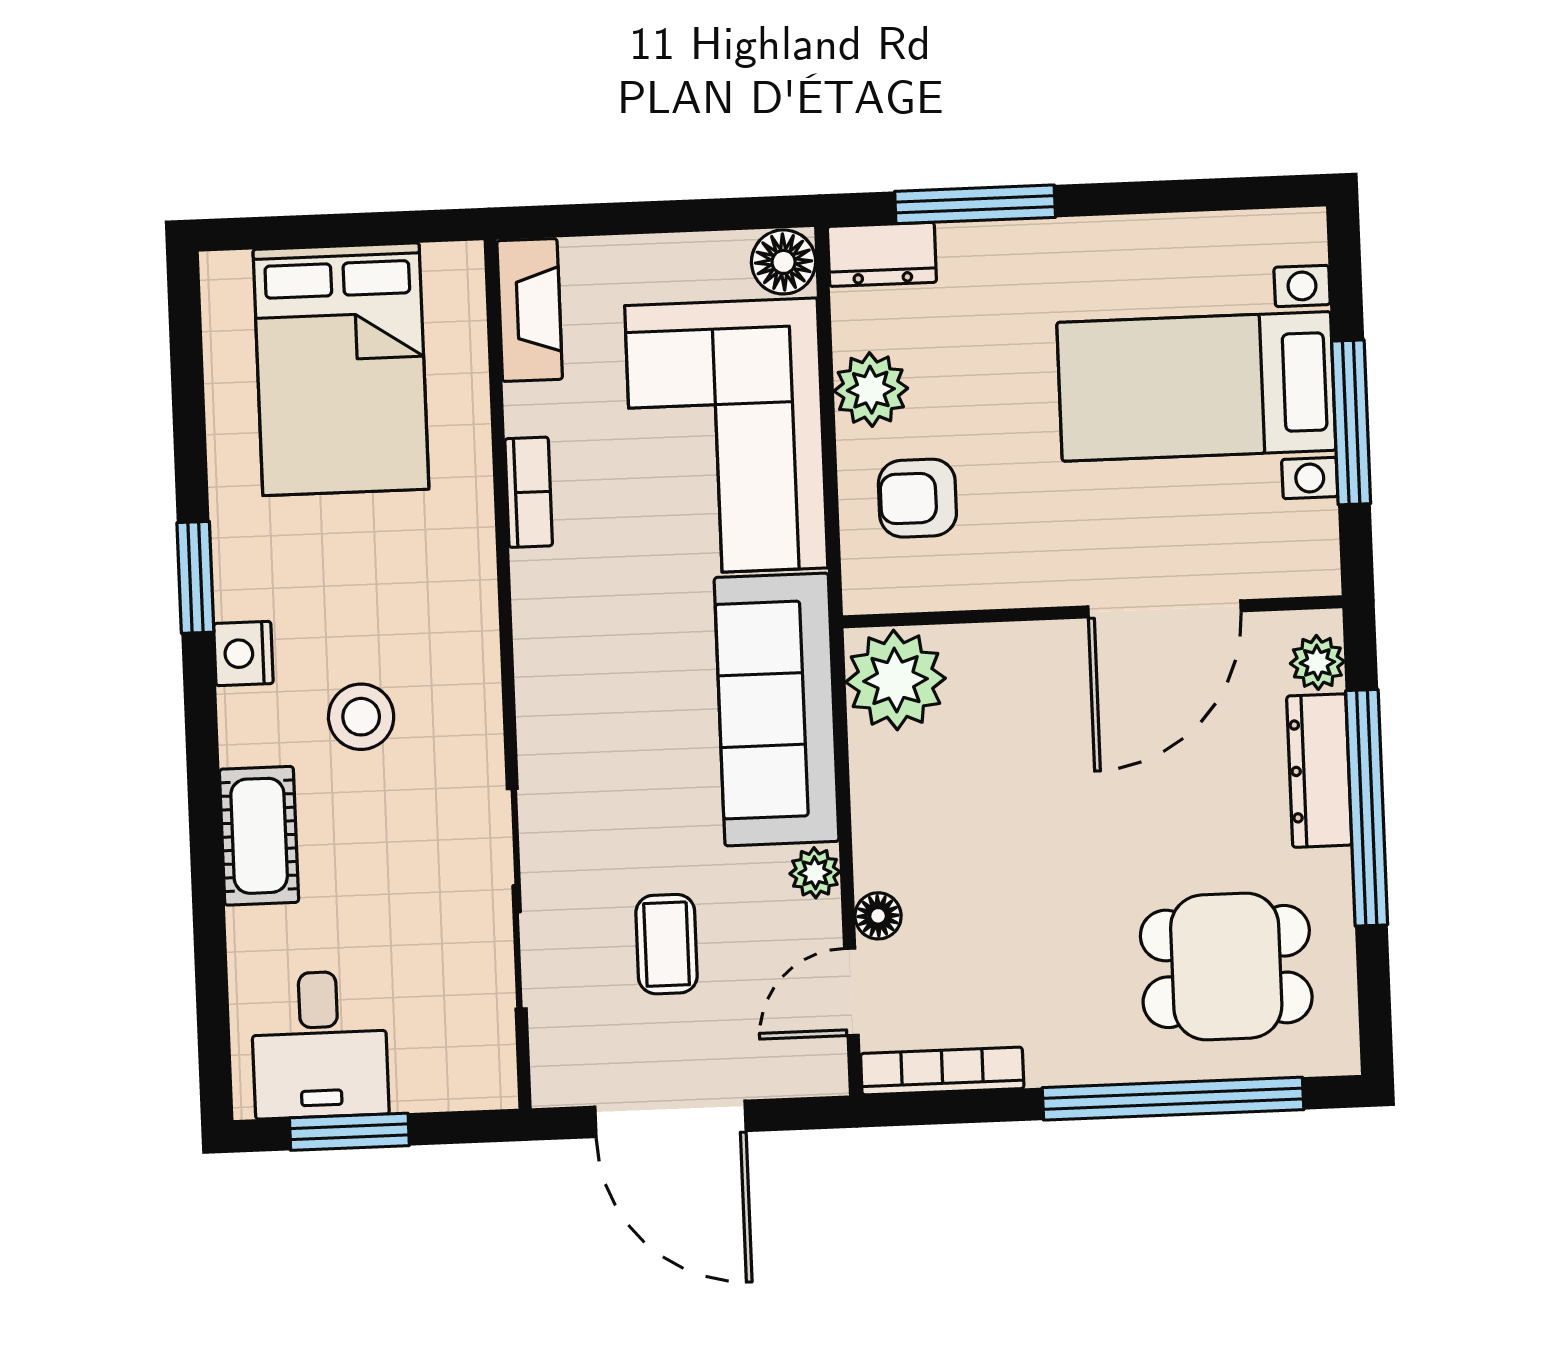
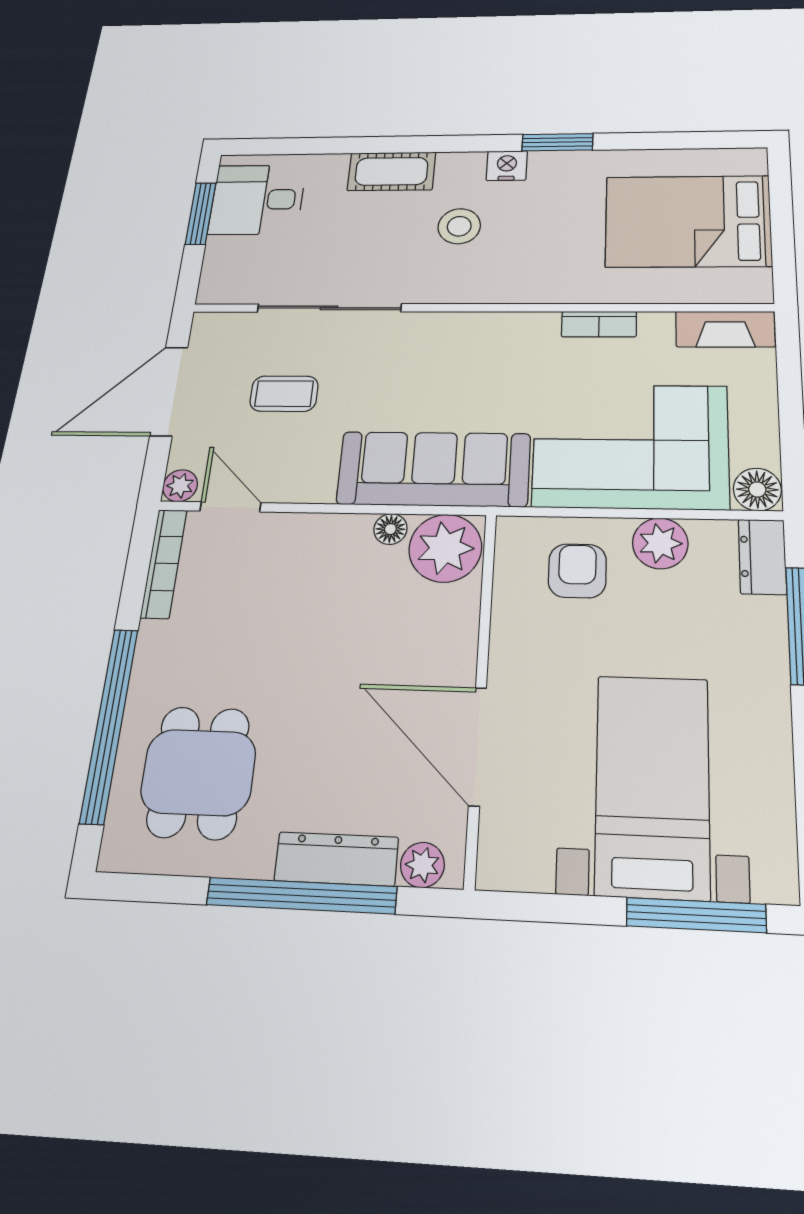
window: (1351, 422) -> (696, 915), moved
plant: (815, 873) -> (180, 486), moved
floor lamp: (878, 916) -> (390, 529), moved

